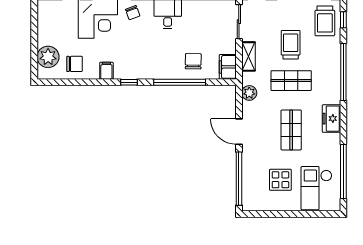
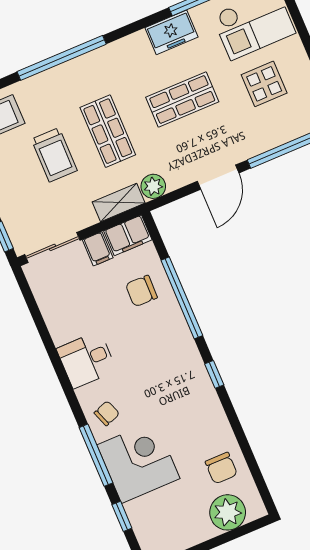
trolley: (291, 45) -> (54, 155), turned -90
shelving: (248, 56) -> (119, 202), moved
chair: (75, 64) -> (221, 468), turned 180
filing cabinet: (106, 71) -> (98, 249), moved, turned -90
freezer: (331, 119) -> (171, 32), moved

